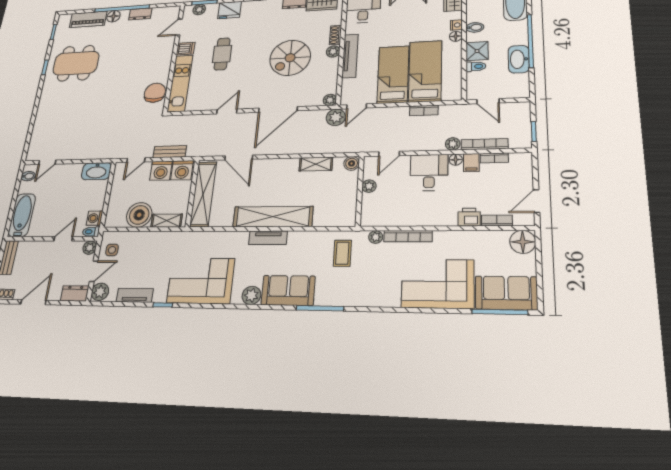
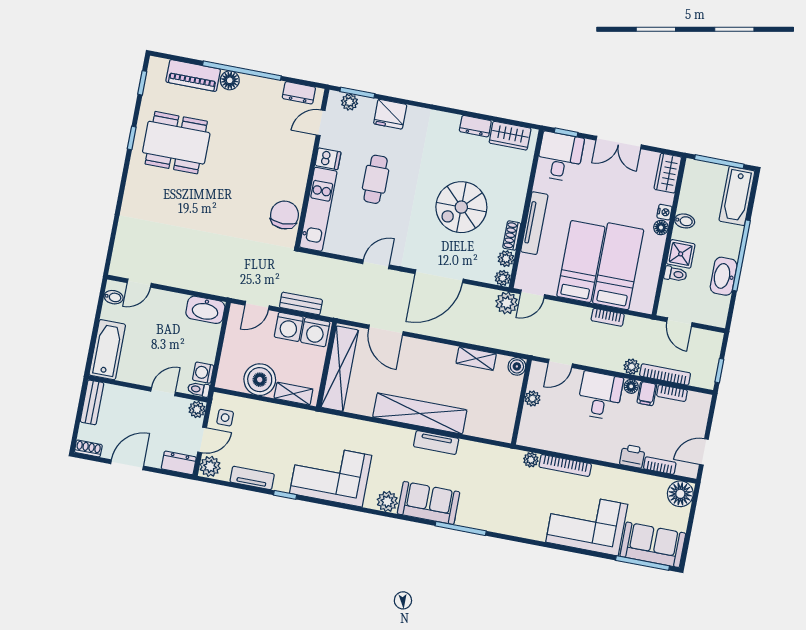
dresser: (140, 14) -> (299, 93), moved
shoe rack: (335, 35) -> (512, 236), moved
plant: (333, 51) -> (506, 259), moved
tv unit: (268, 238) -> (436, 443), moved
coffee table: (342, 253) -> (492, 472), removed

